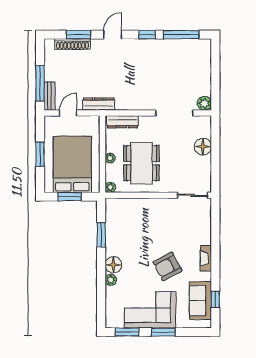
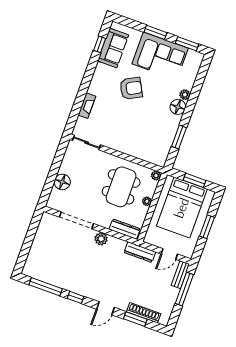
plant: (204, 103) -> (101, 239), moved
fireplace: (206, 258) -> (87, 106), moved

